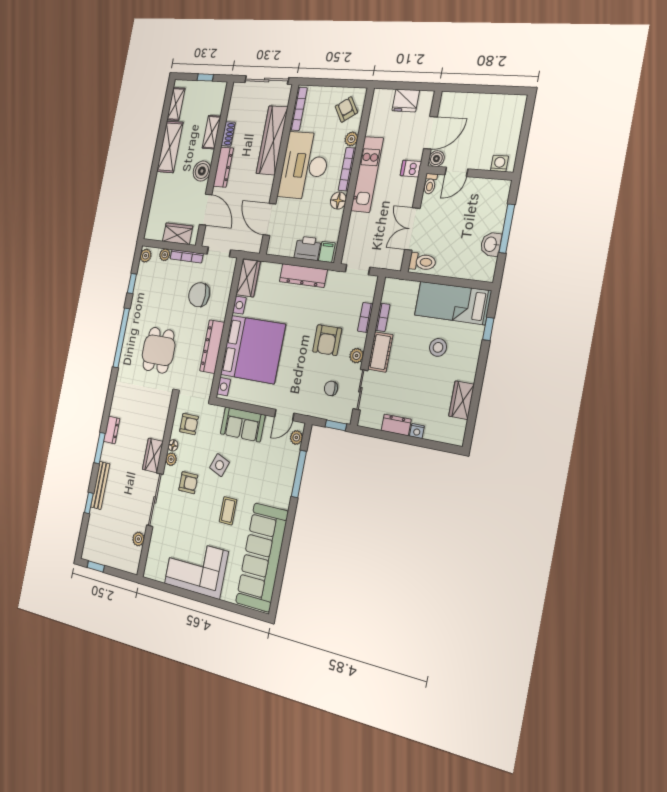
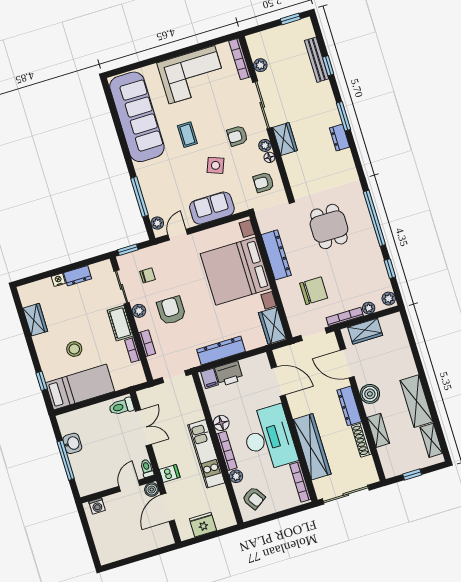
shoe rack: (228, 134) -> (362, 440), width x1.43
bench: (100, 485) -> (317, 60), moved
bookcase: (151, 556) -> (240, 59), added

